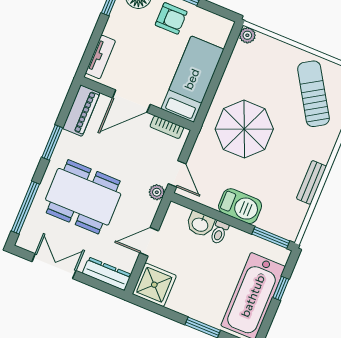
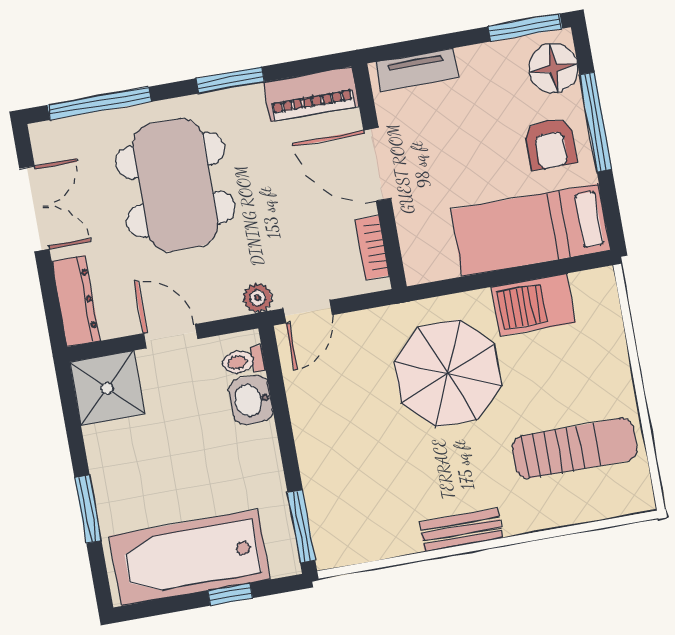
plant: (247, 35) -> (601, 283), removed
bed: (192, 79) -> (531, 230), moved, turned 180
sun lounger: (313, 94) -> (575, 448), turned 32
bench: (311, 182) -> (461, 530), moved
barbecue: (240, 206) -> (533, 305), moved, turned 90
toilet: (219, 232) -> (243, 361), moved

